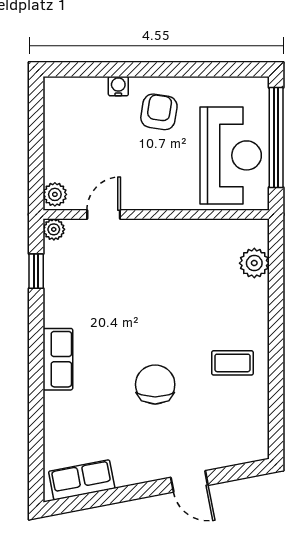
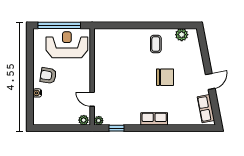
plant: (254, 263) -> (182, 35), moved
chair: (155, 384) -> (165, 77), turned 180
door: (189, 481) -> (210, 81), moved

